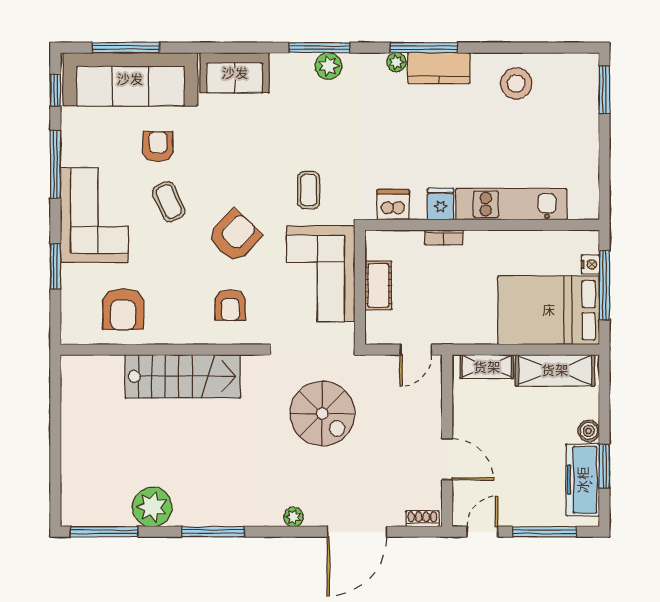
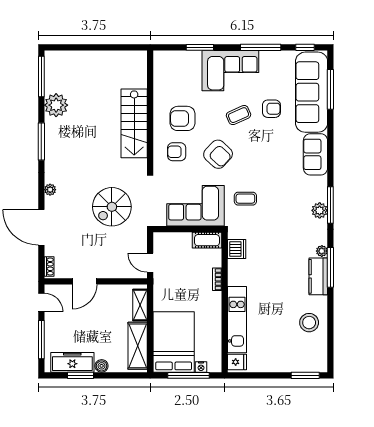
fridge: (441, 204) -> (237, 362), moved
cot: (378, 285) -> (207, 240), moved
armchair: (123, 309) -> (182, 118), moved

